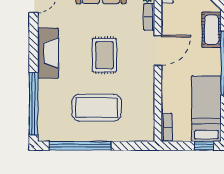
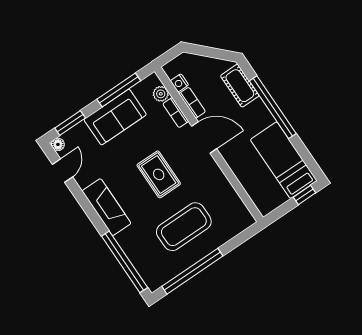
door: (158, 51) -> (204, 137), hinge flipped
bookcase: (167, 127) -> (192, 103), moved

